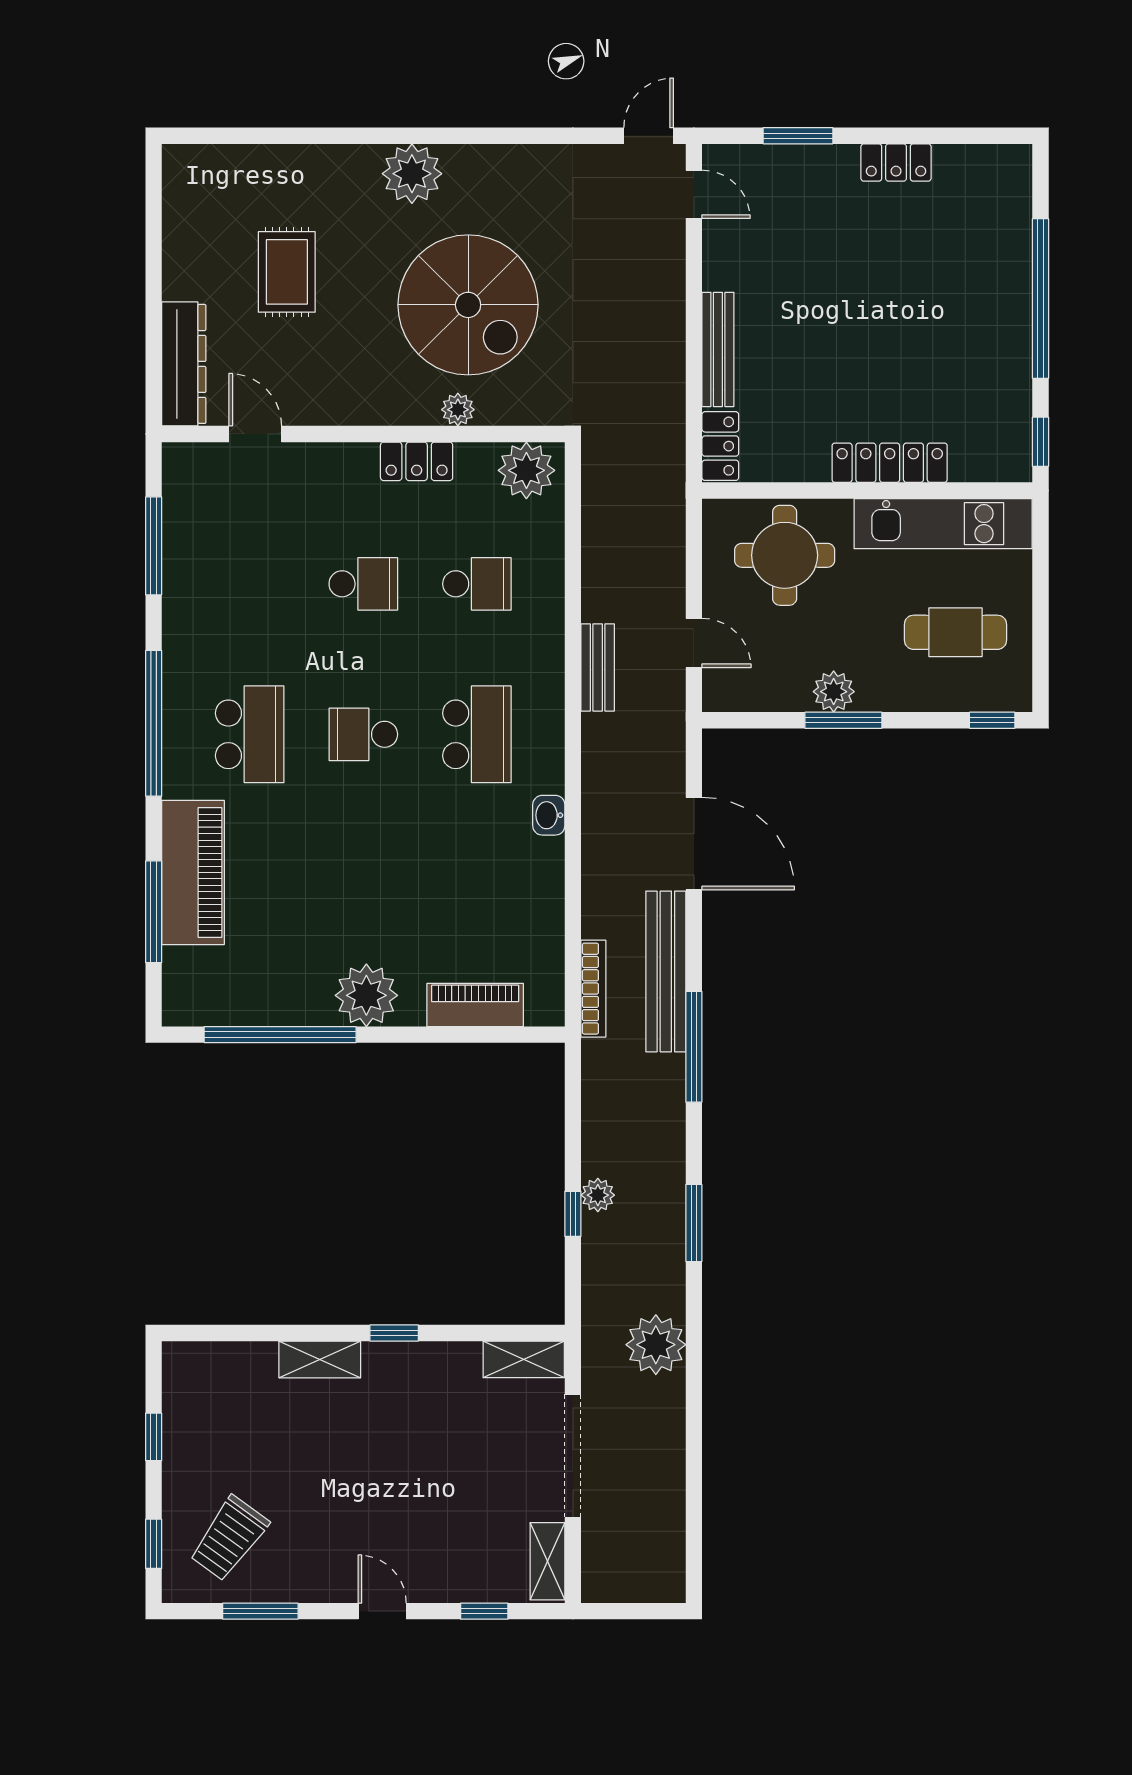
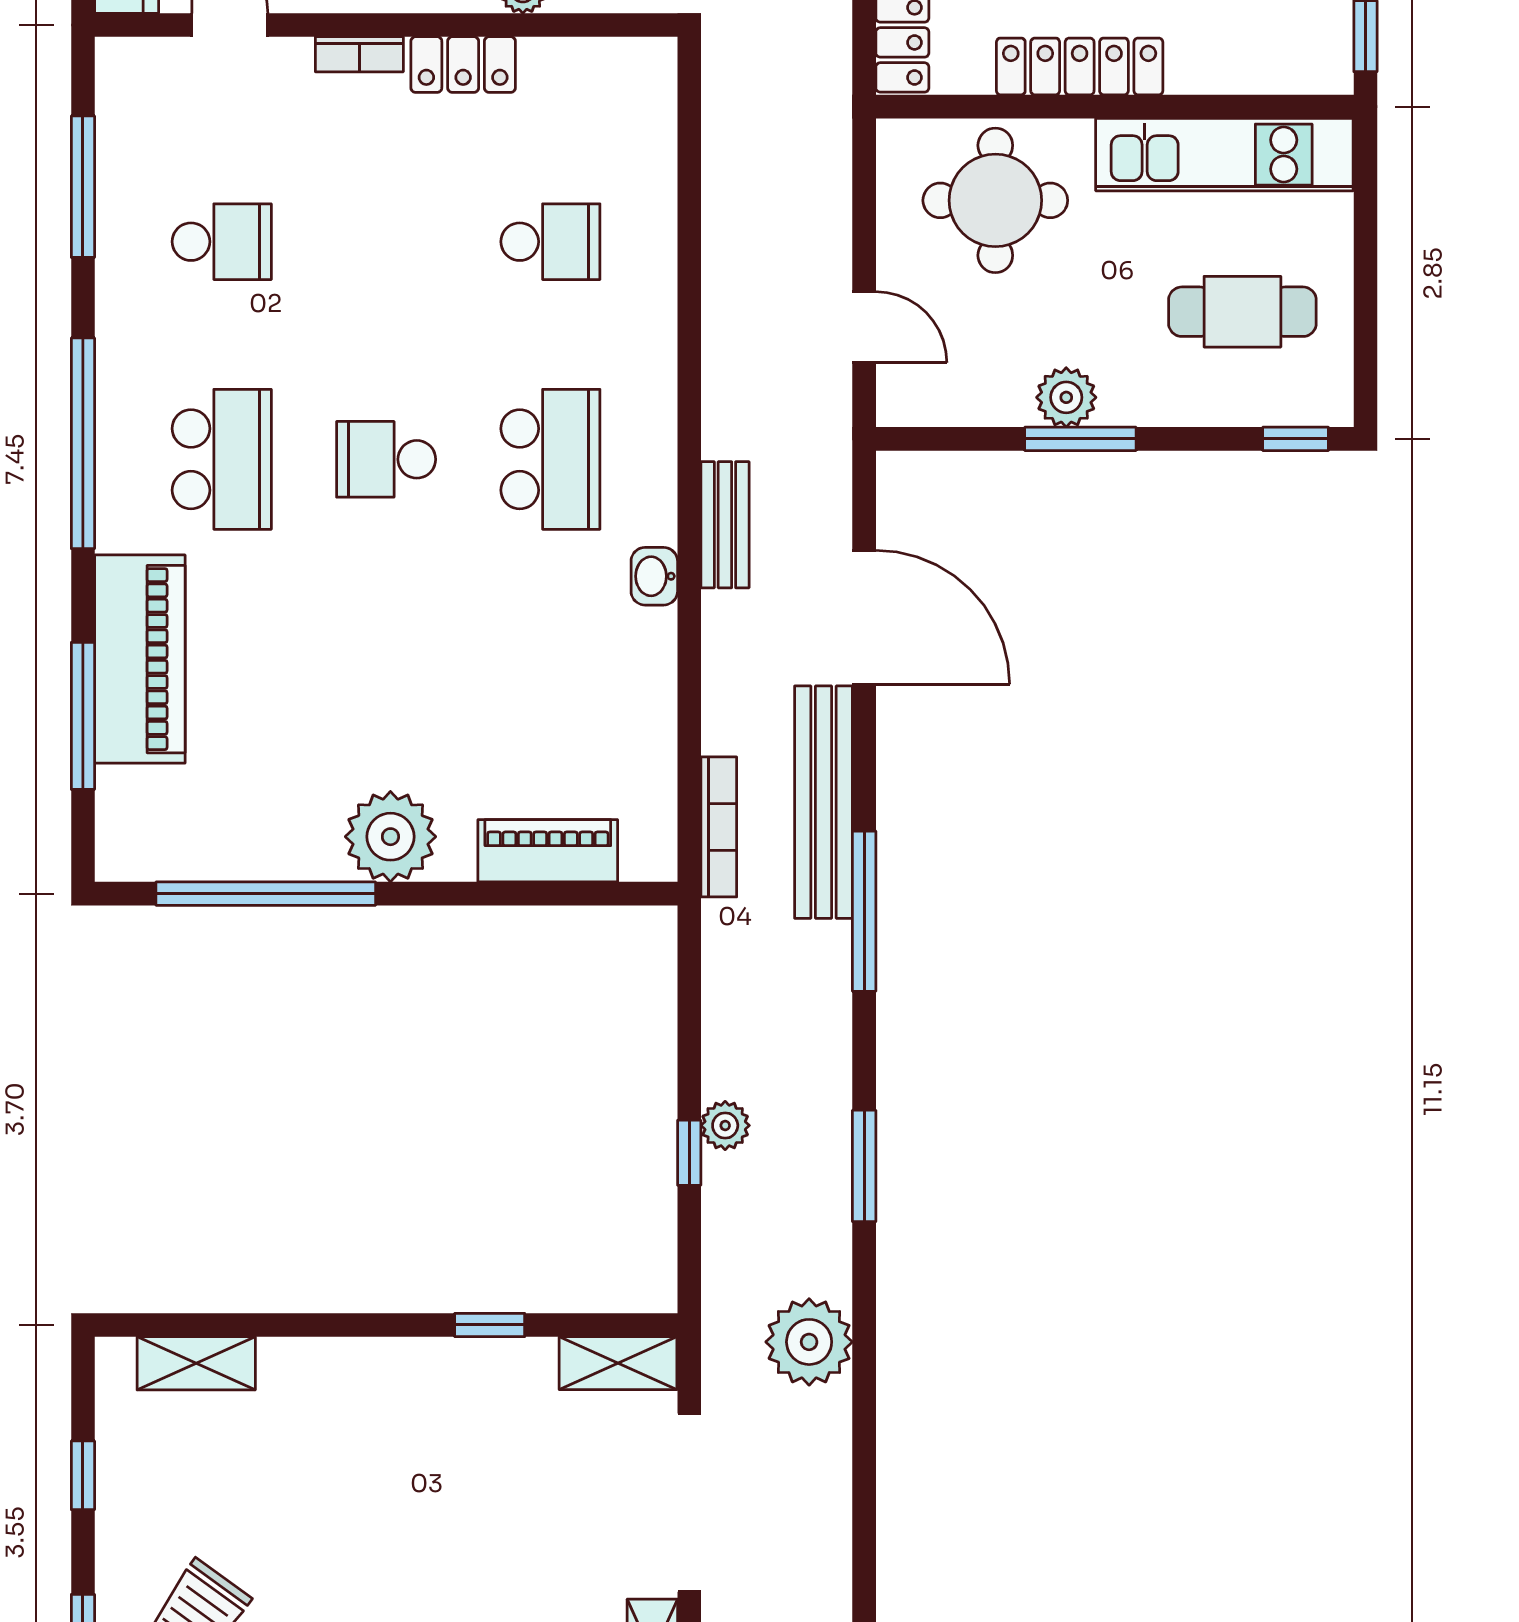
bookcase: (345, 454) -> (359, 54), added
locker: (890, 463) -> (1080, 66), moved
plant: (526, 470) -> (622, 78), removed
school desk: (363, 584) -> (222, 242), moved
bench: (598, 667) -> (725, 525), moved
window: (394, 1333) -> (490, 1325), moved
shelving: (320, 1359) -> (196, 1363), moved

